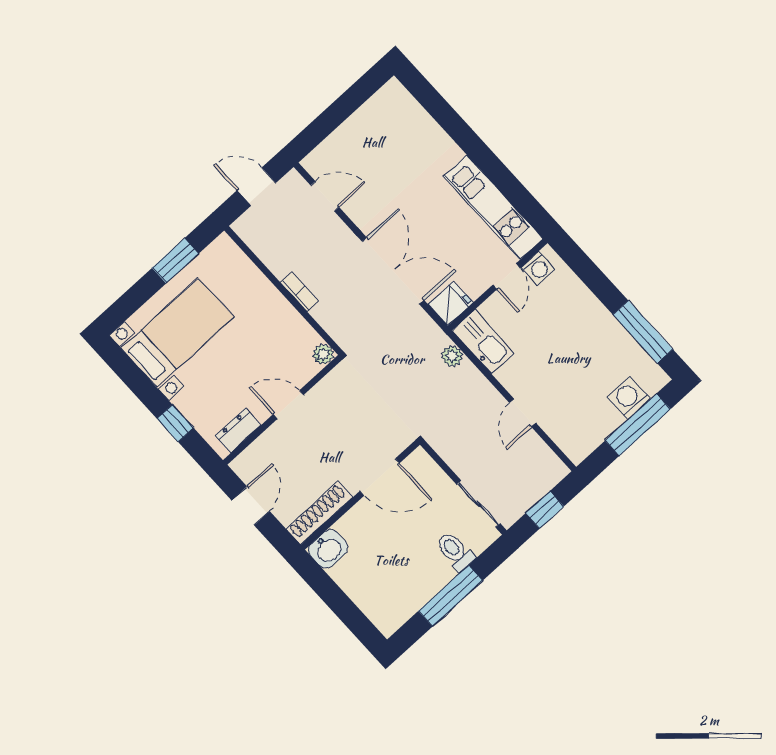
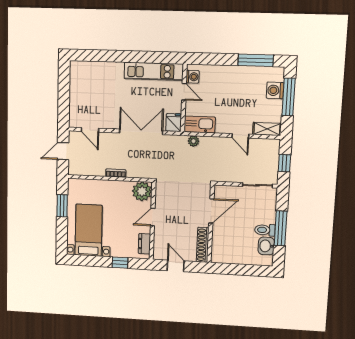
door: (325, 196) -> (90, 130), swing flipped
plant: (323, 354) -> (142, 191), width x1.87, depth x1.87
shelving: (567, 439) -> (267, 129), added
washbasin: (328, 549) -> (266, 246), moved, turned 180
toilet: (455, 551) -> (265, 230), moved

